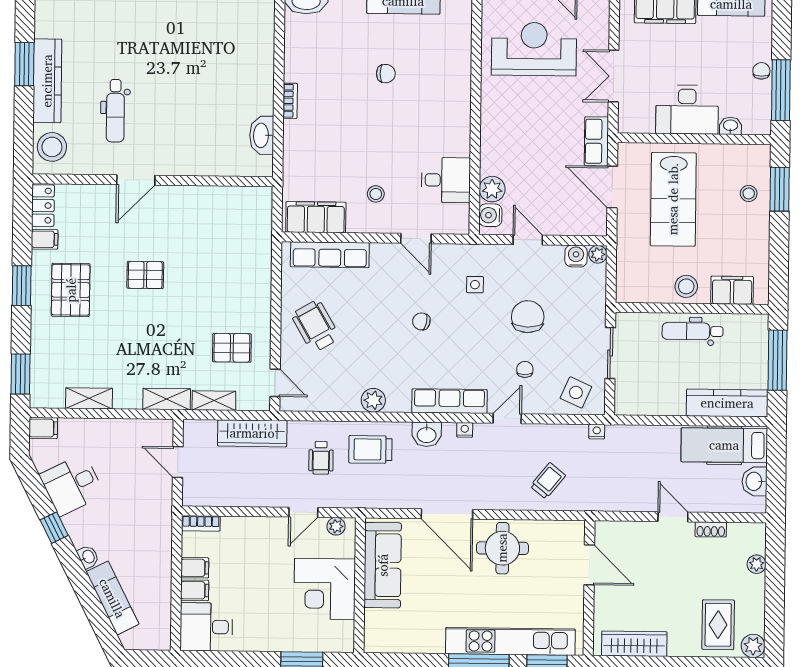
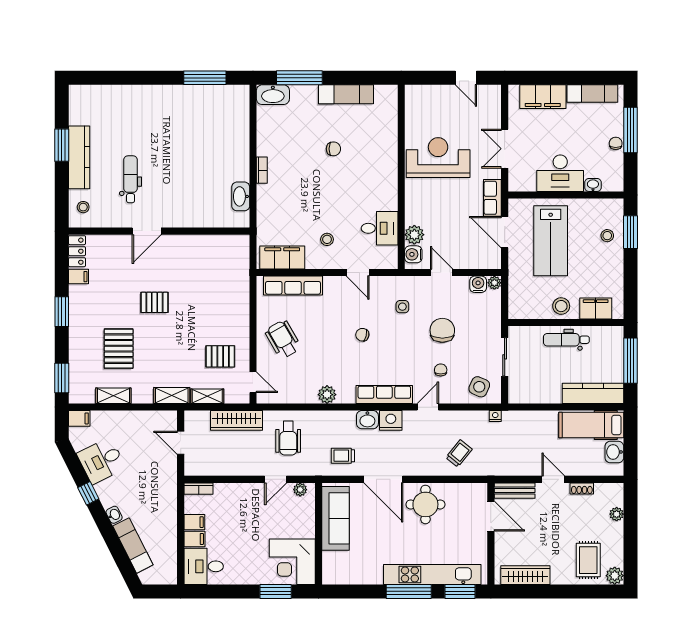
reception desk: (534, 49) -> (438, 158), moved
window: (781, 90) -> (630, 130), moved
dental chair: (115, 111) -> (131, 179), turned 180
stool: (52, 147) -> (83, 207), width x0.53, depth x0.53
pallet: (71, 290) -> (119, 349), moved
nightstand: (465, 430) -> (391, 420), width x1.89, depth x1.79
trolley: (370, 449) -> (343, 456), moved, width x0.73, depth x0.72
wheelchair: (321, 458) -> (288, 438), width x1.36, depth x1.37
bench: (621, 531) -> (515, 491), added
corner desk: (325, 589) -> (292, 562), moved

